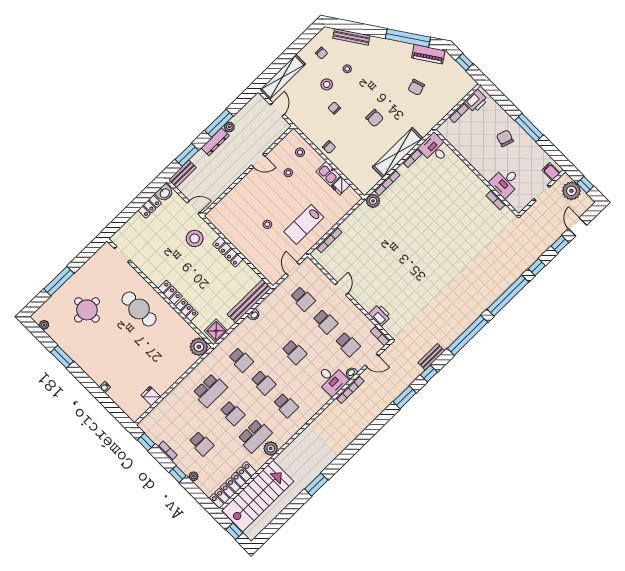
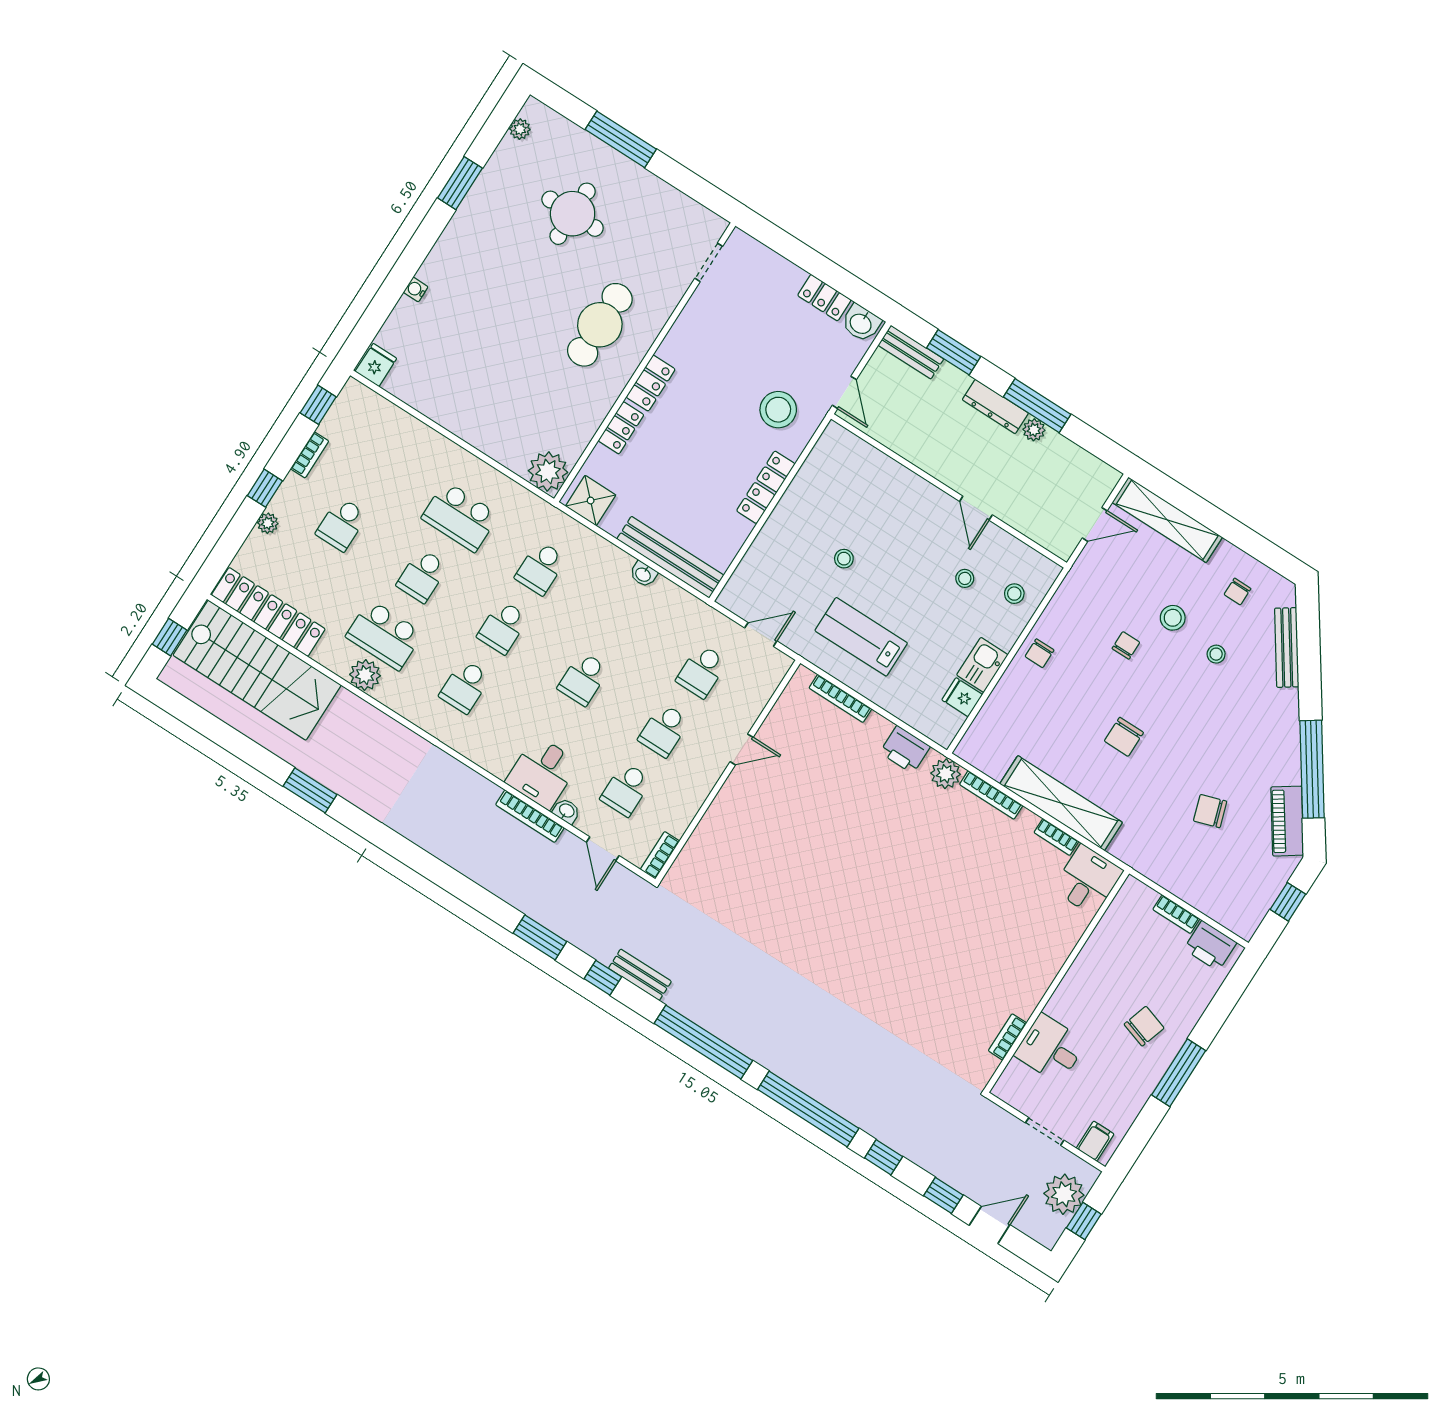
printer: (380, 315) -> (905, 750), moved, turned 90
fridge: (151, 396) -> (376, 365), moved

